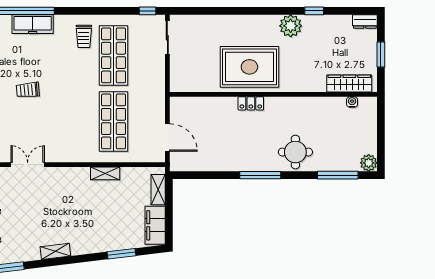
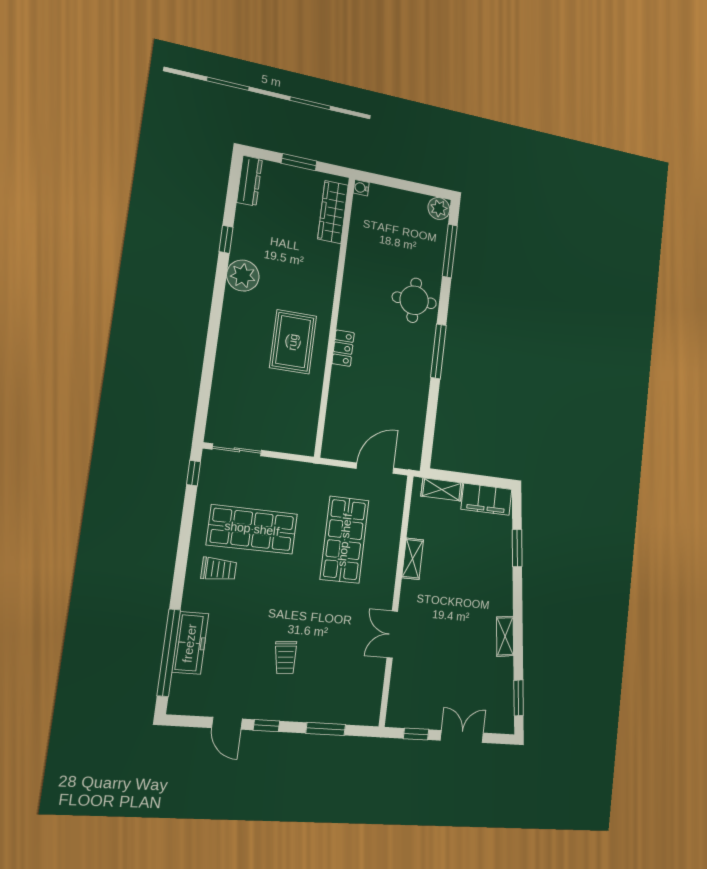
dresser: (365, 21) -> (249, 181), width x1.44
rug: (249, 67) -> (293, 342), width x0.73, depth x0.69
water cooler: (352, 102) -> (361, 188), moved
shop shelf: (114, 121) -> (345, 540), turned 90
double door: (28, 165) -> (392, 634), moved

